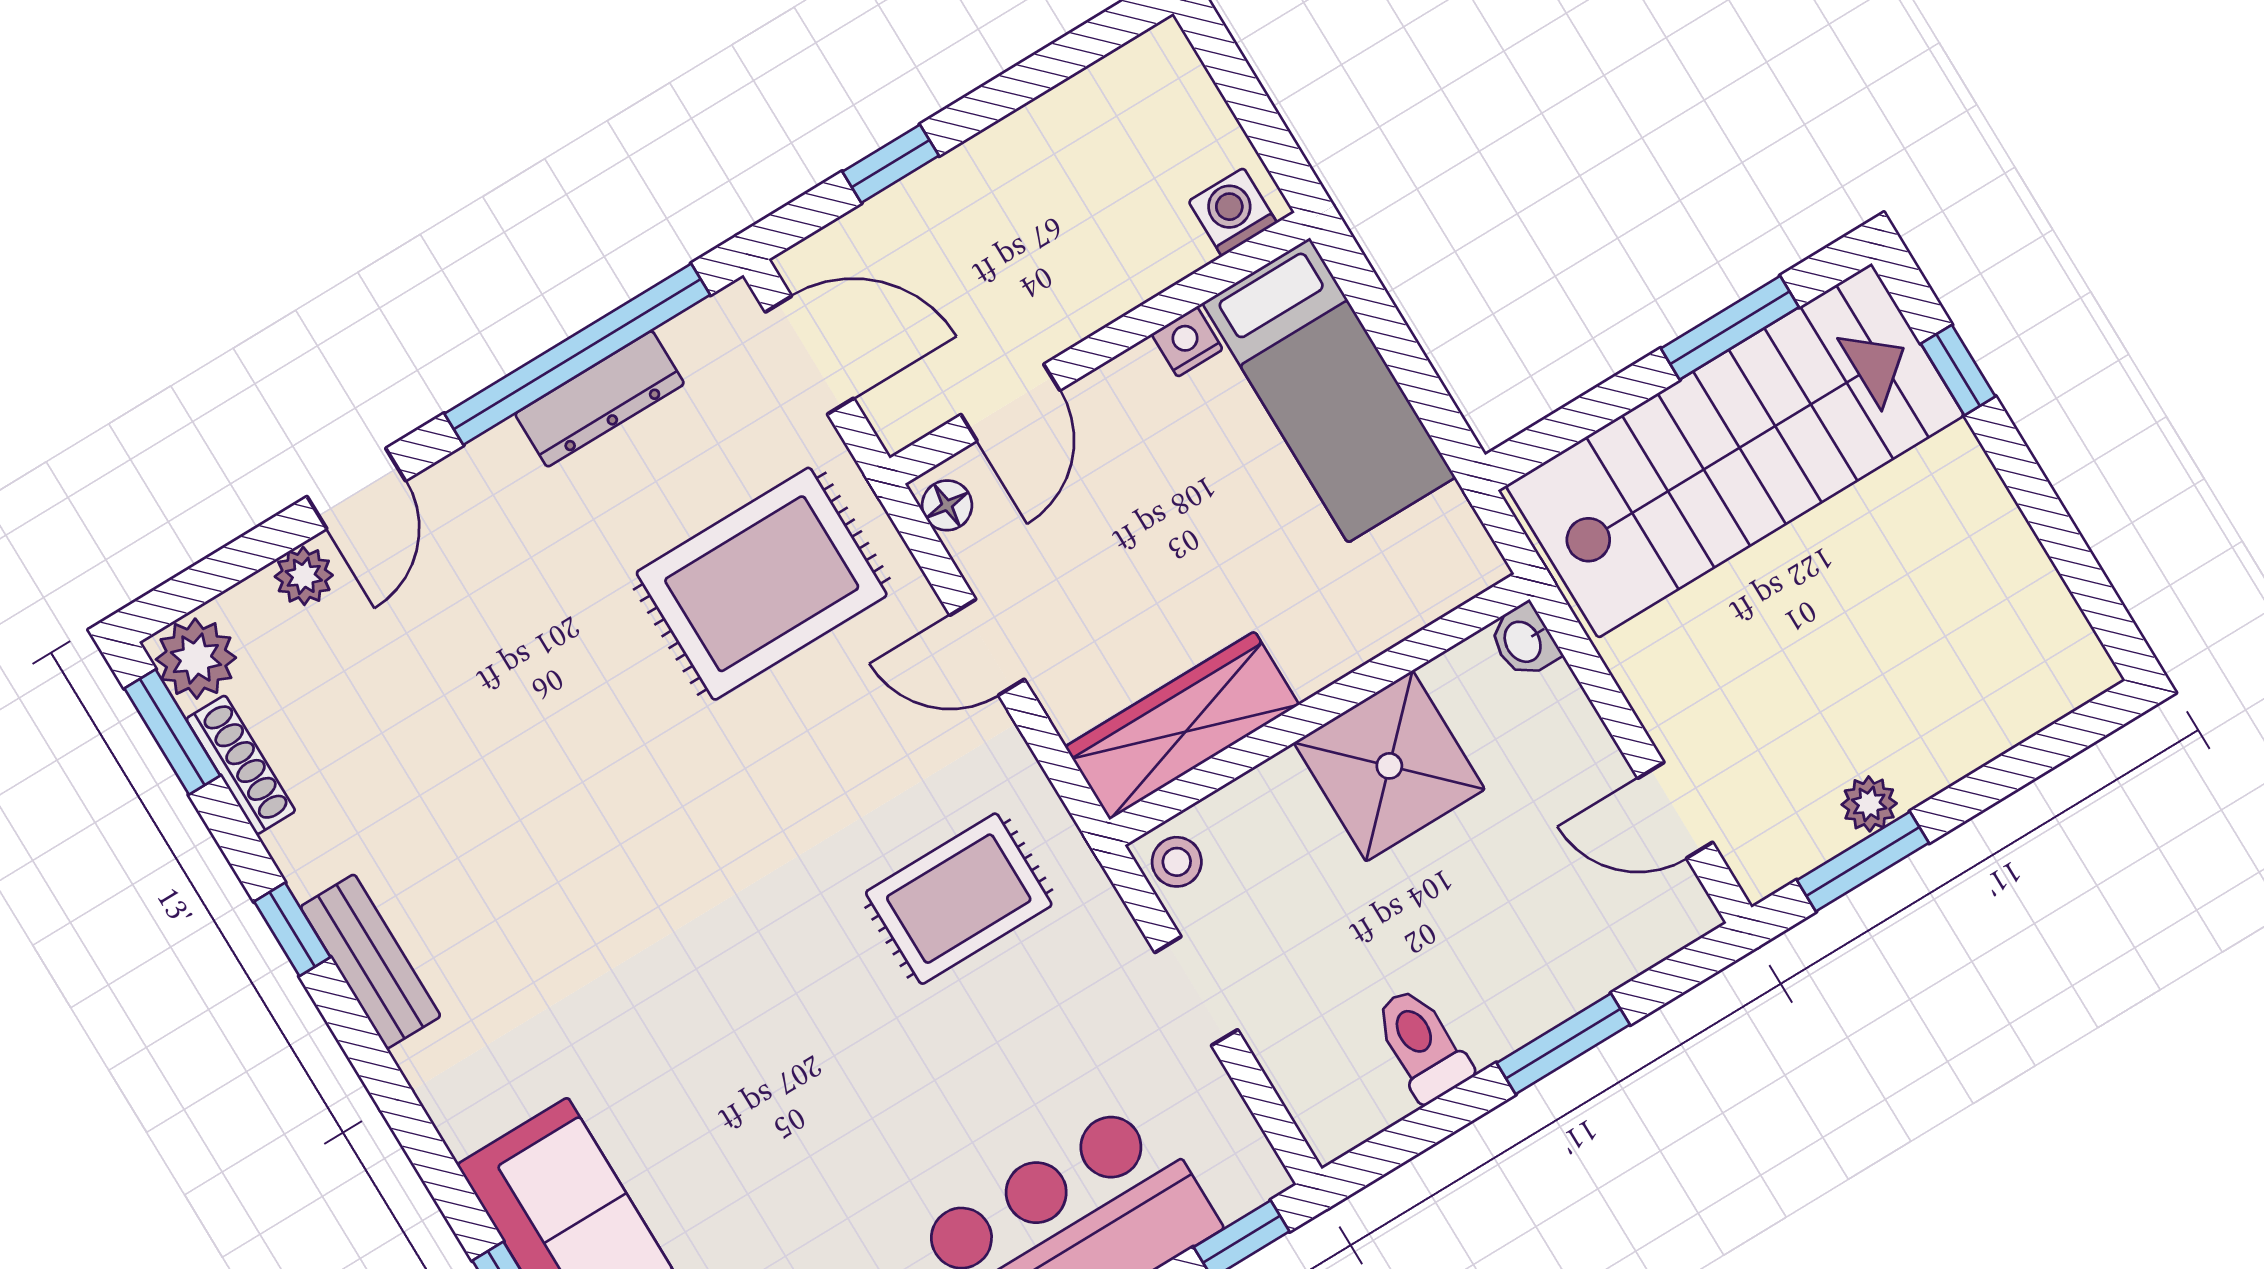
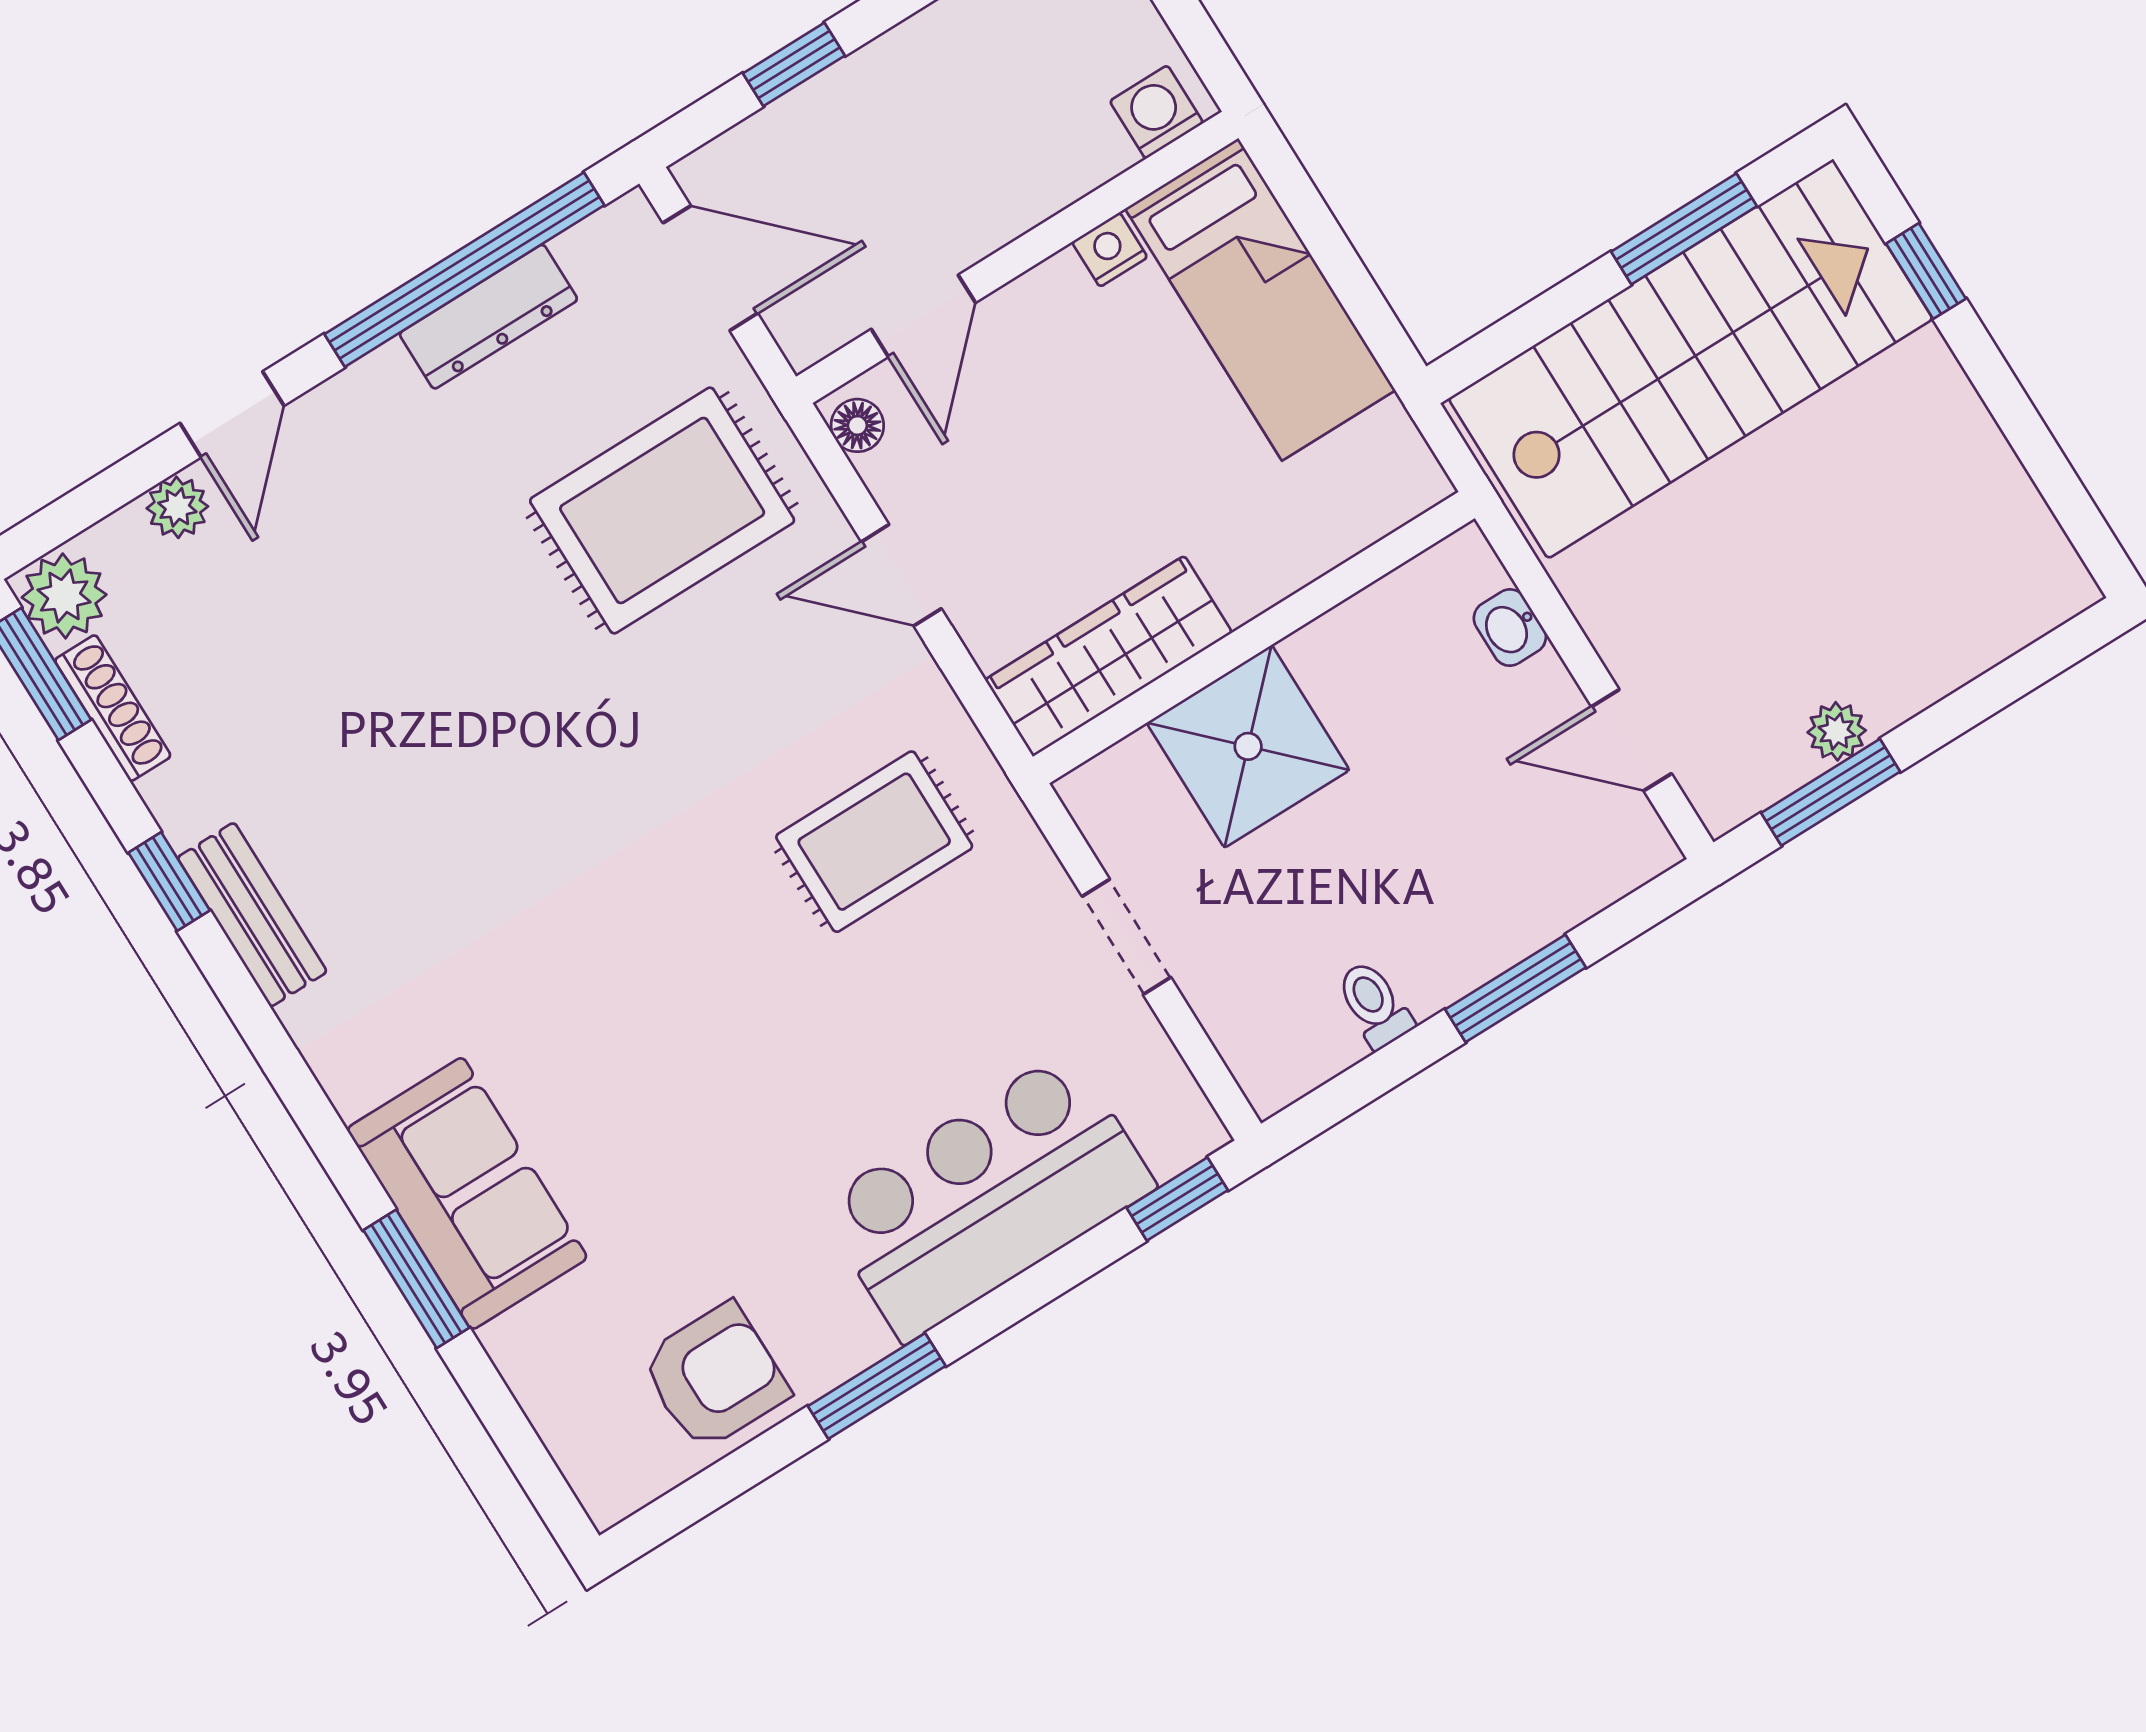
washbasin: (1524, 641) -> (1510, 628), moved
shower: (1389, 766) -> (1248, 746), moved
stool: (1177, 862) -> (1104, 800), removed
toilet: (1422, 1044) -> (1374, 1004), width x0.73, depth x0.72

